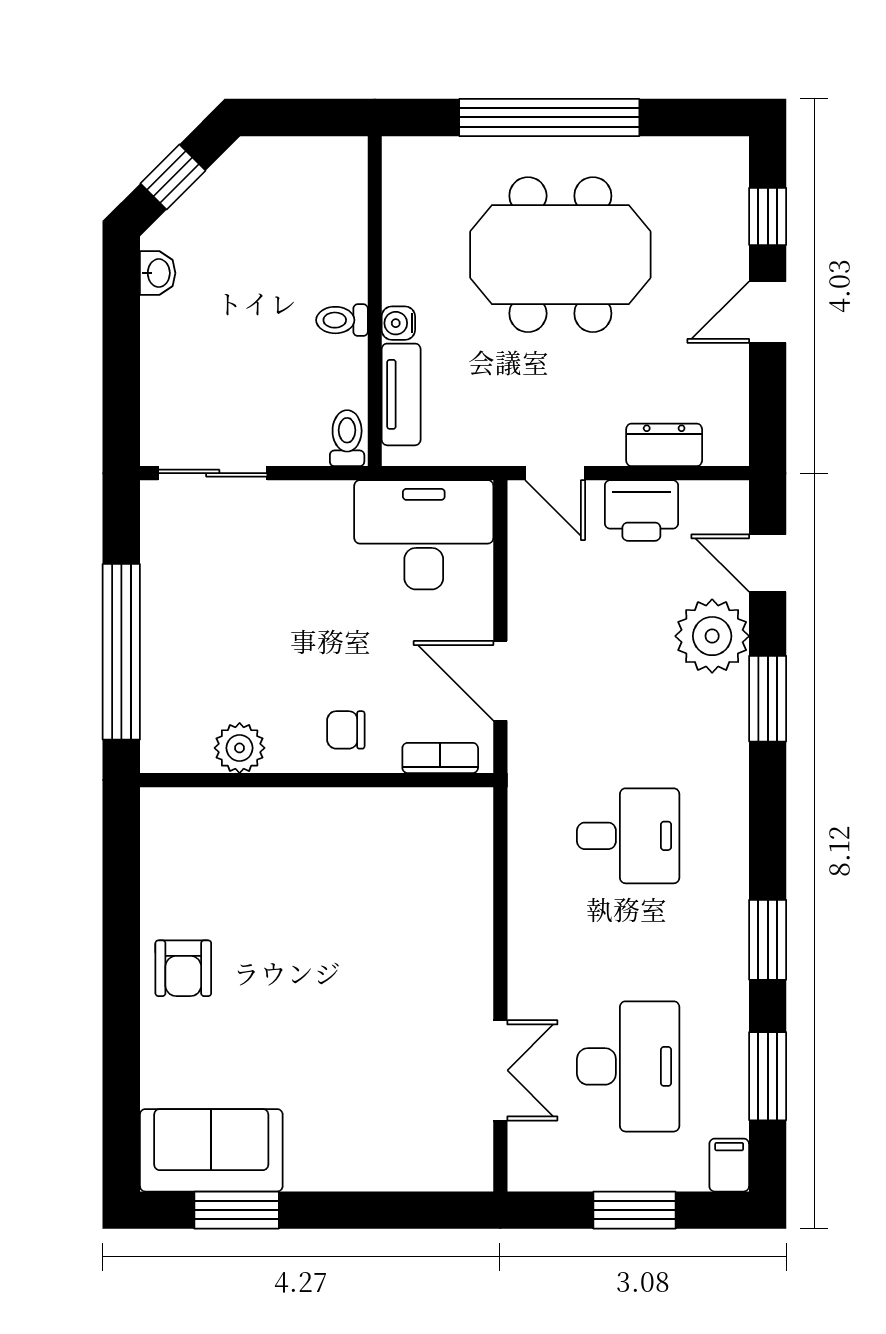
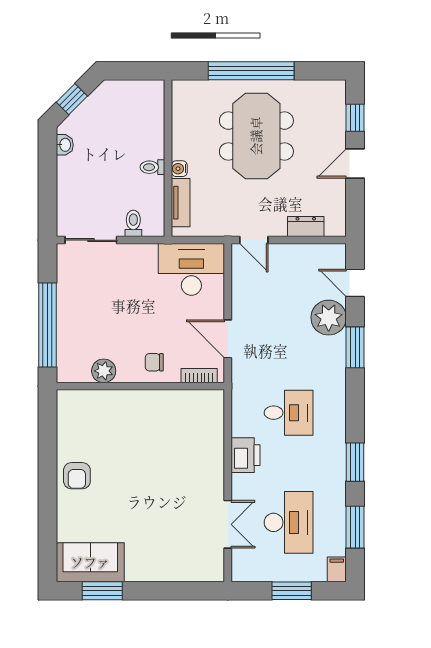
meeting table: (560, 255) -> (256, 136), turned 90
toilet: (347, 438) -> (133, 223), moved
printer: (641, 510) -> (246, 455), moved, turned -90

